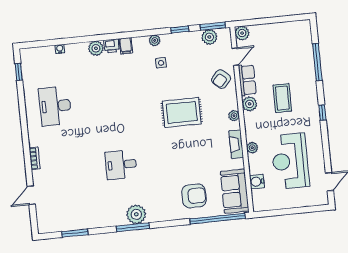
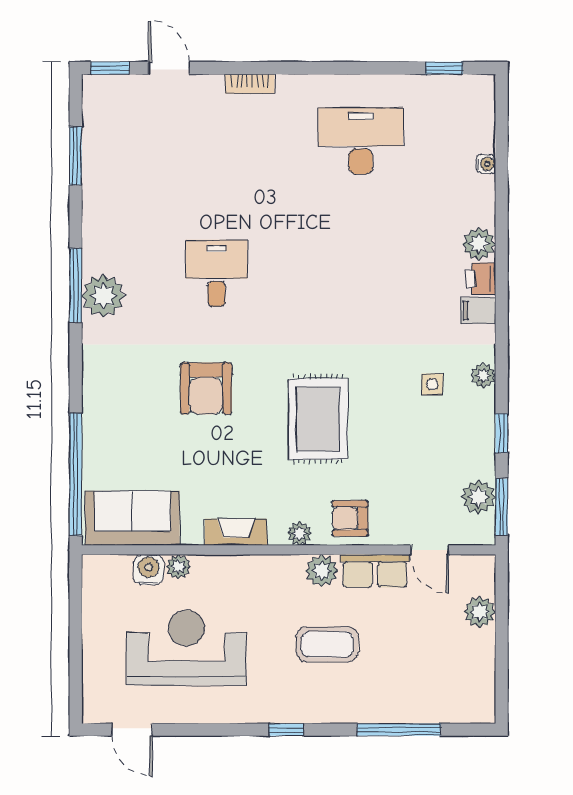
plant: (242, 33) -> (480, 612), moved
armchair: (221, 79) -> (350, 518), moved, turned -42
plant: (252, 148) -> (178, 567), moved
armchair: (194, 196) -> (206, 388), moved
window: (34, 222) -> (110, 68), added

